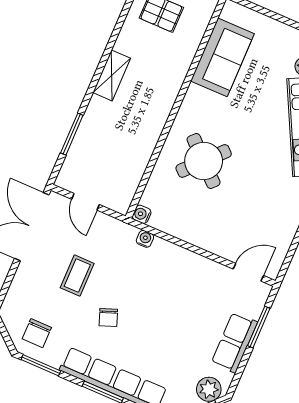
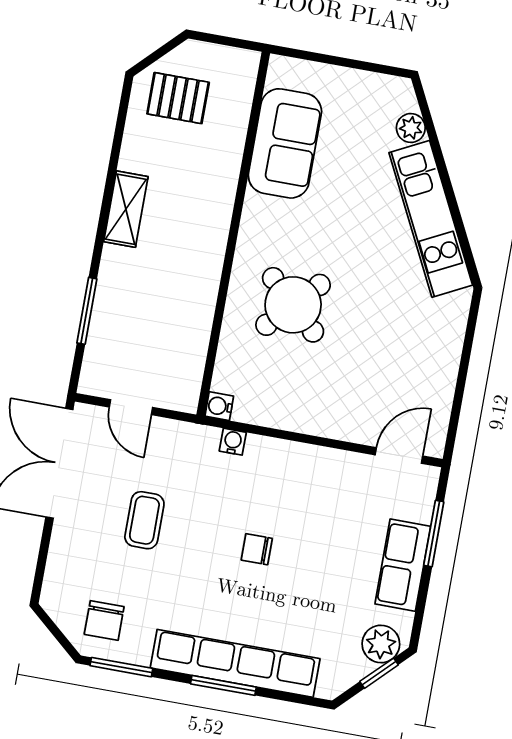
chair: (108, 317) -> (257, 549), moved, turned 111

